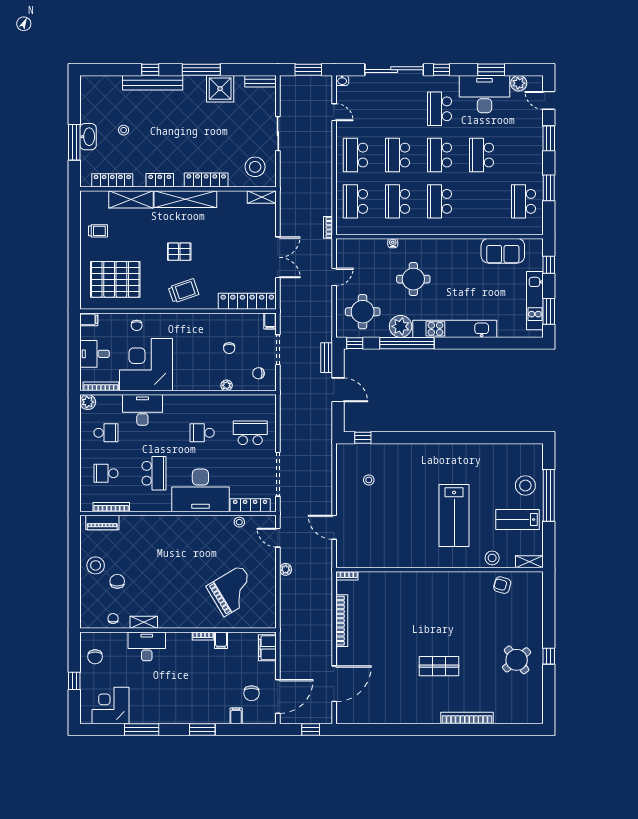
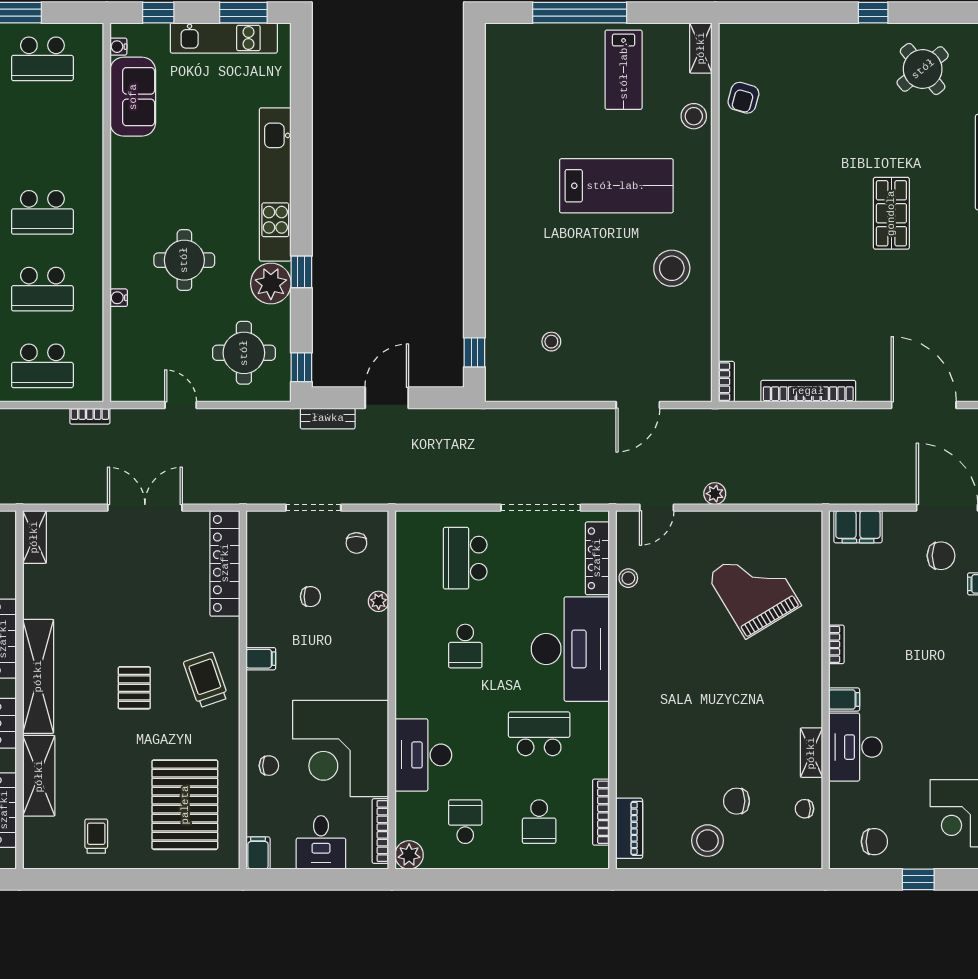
water cooler: (530, 243) -> (118, 47), added
filing cabinet: (270, 321) -> (261, 659), moved
window: (407, 343) -> (301, 272), width x0.32
stool: (525, 486) -> (672, 268), moved
filing cabinet: (221, 640) -> (844, 700), moved
round table: (517, 660) -> (923, 69), moved

